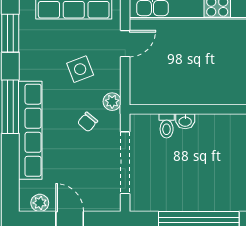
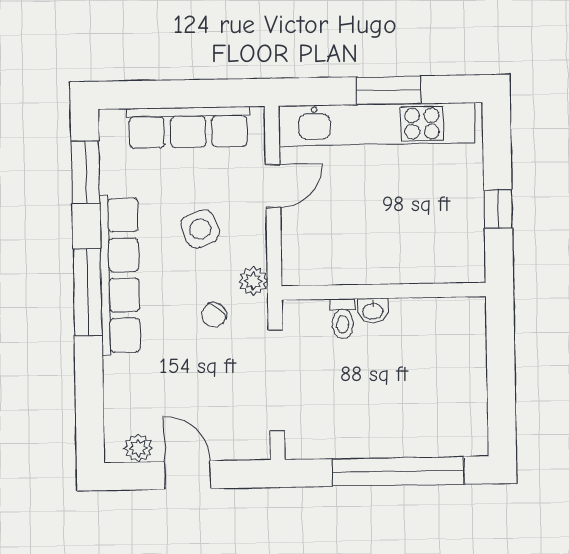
row of seats: (30, 130) -> (120, 275), moved

